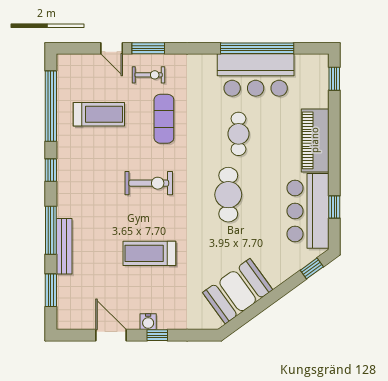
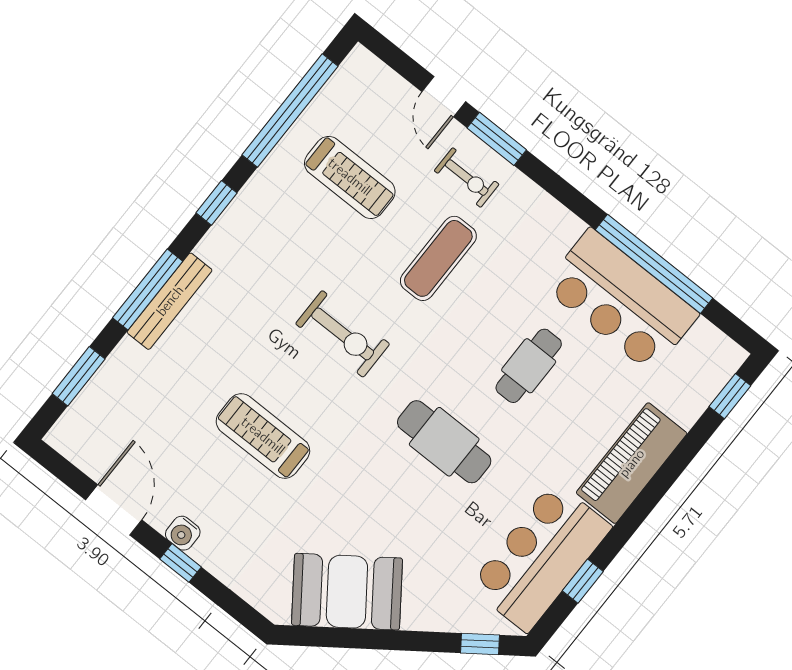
cafe table: (228, 195) -> (444, 442), turned 90
bench: (64, 246) -> (170, 301), moved

